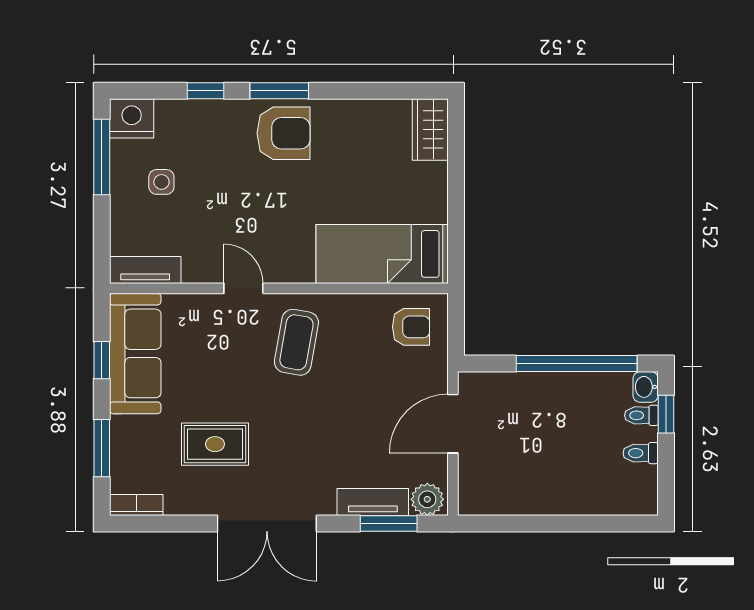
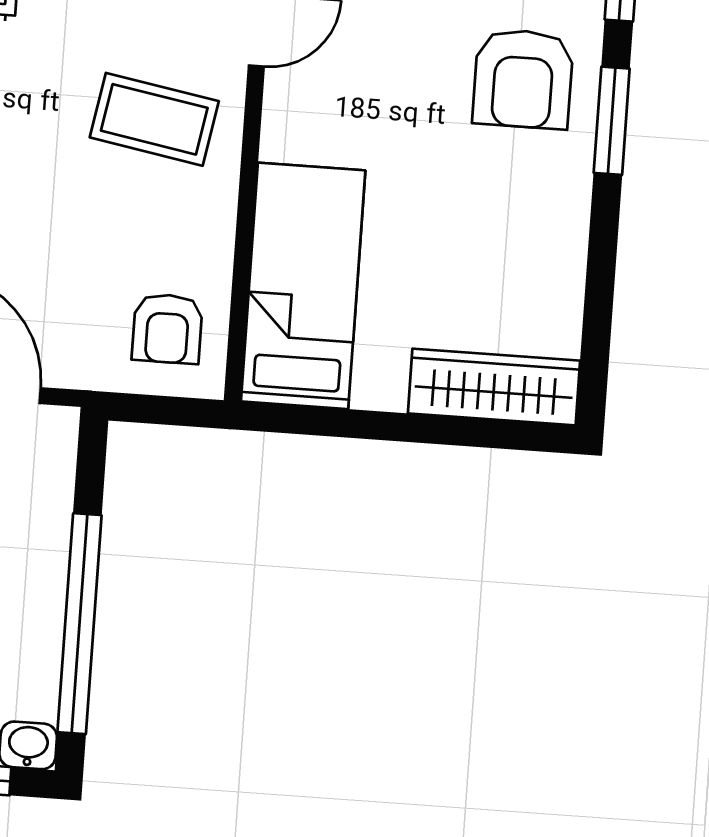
wardrobe: (430, 130) -> (494, 387), width x1.50
armchair: (284, 133) -> (523, 79), moved

